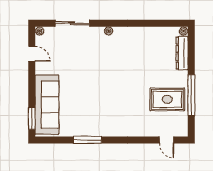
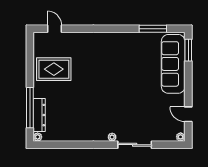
sliding door: (72, 23) -> (135, 145), moved
window: (191, 95) -> (30, 108), moved
window: (87, 140) -> (153, 29), moved

